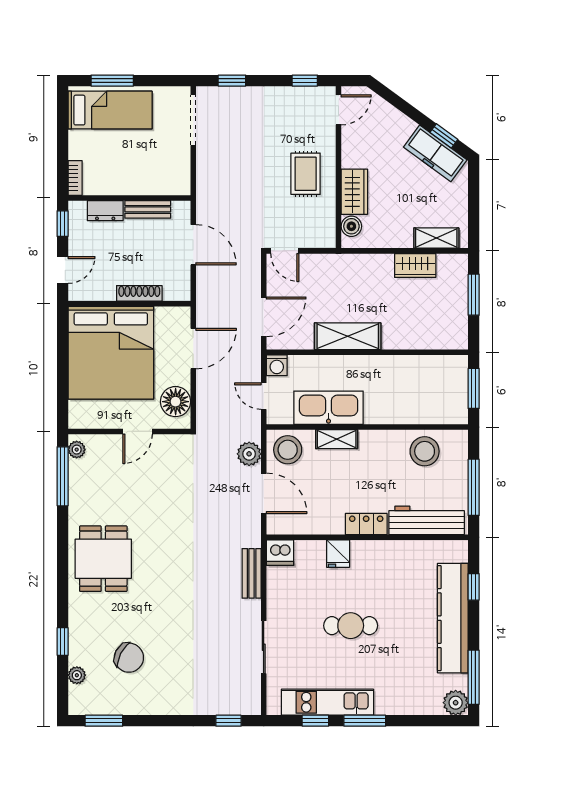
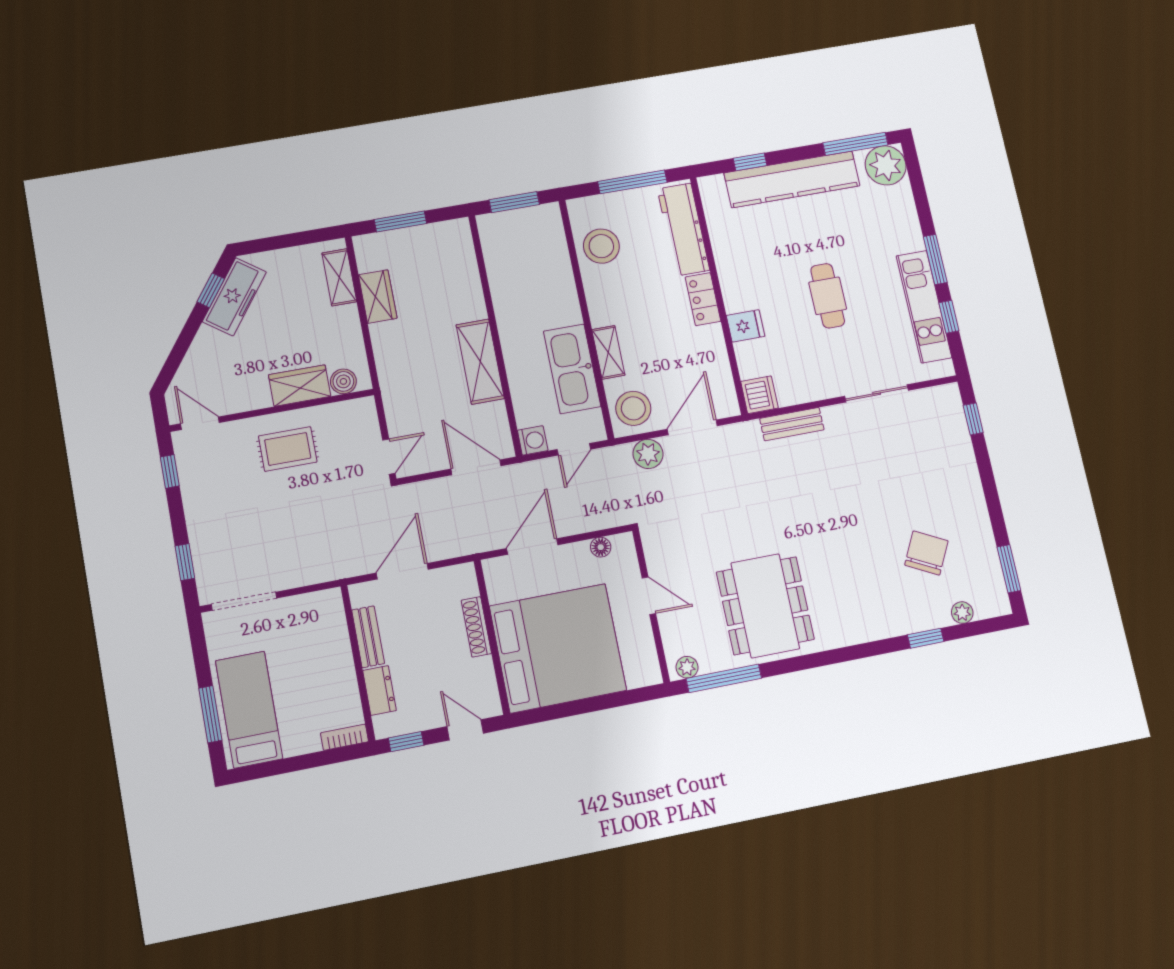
door: (193, 349) -> (532, 547), hinge flipped
floor lamp: (176, 402) -> (601, 547), width x0.53, depth x0.53
dining table: (103, 559) -> (765, 606), moved, width x1.37
plant: (456, 703) -> (886, 165), width x1.36, depth x1.36

